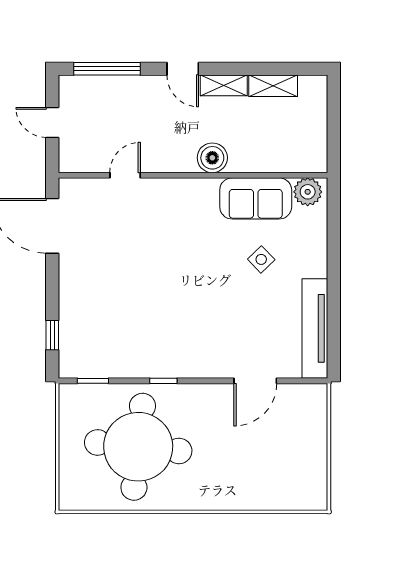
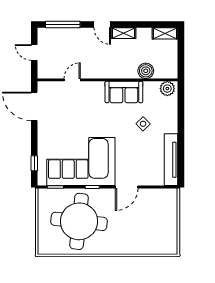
shelving: (273, 86) -> (165, 33), moved
boiler: (212, 158) -> (146, 71), moved
sofa: (256, 198) -> (124, 92), moved
corner sofa: (142, 332) -> (81, 162), added
door: (255, 381) -> (127, 187), moved

